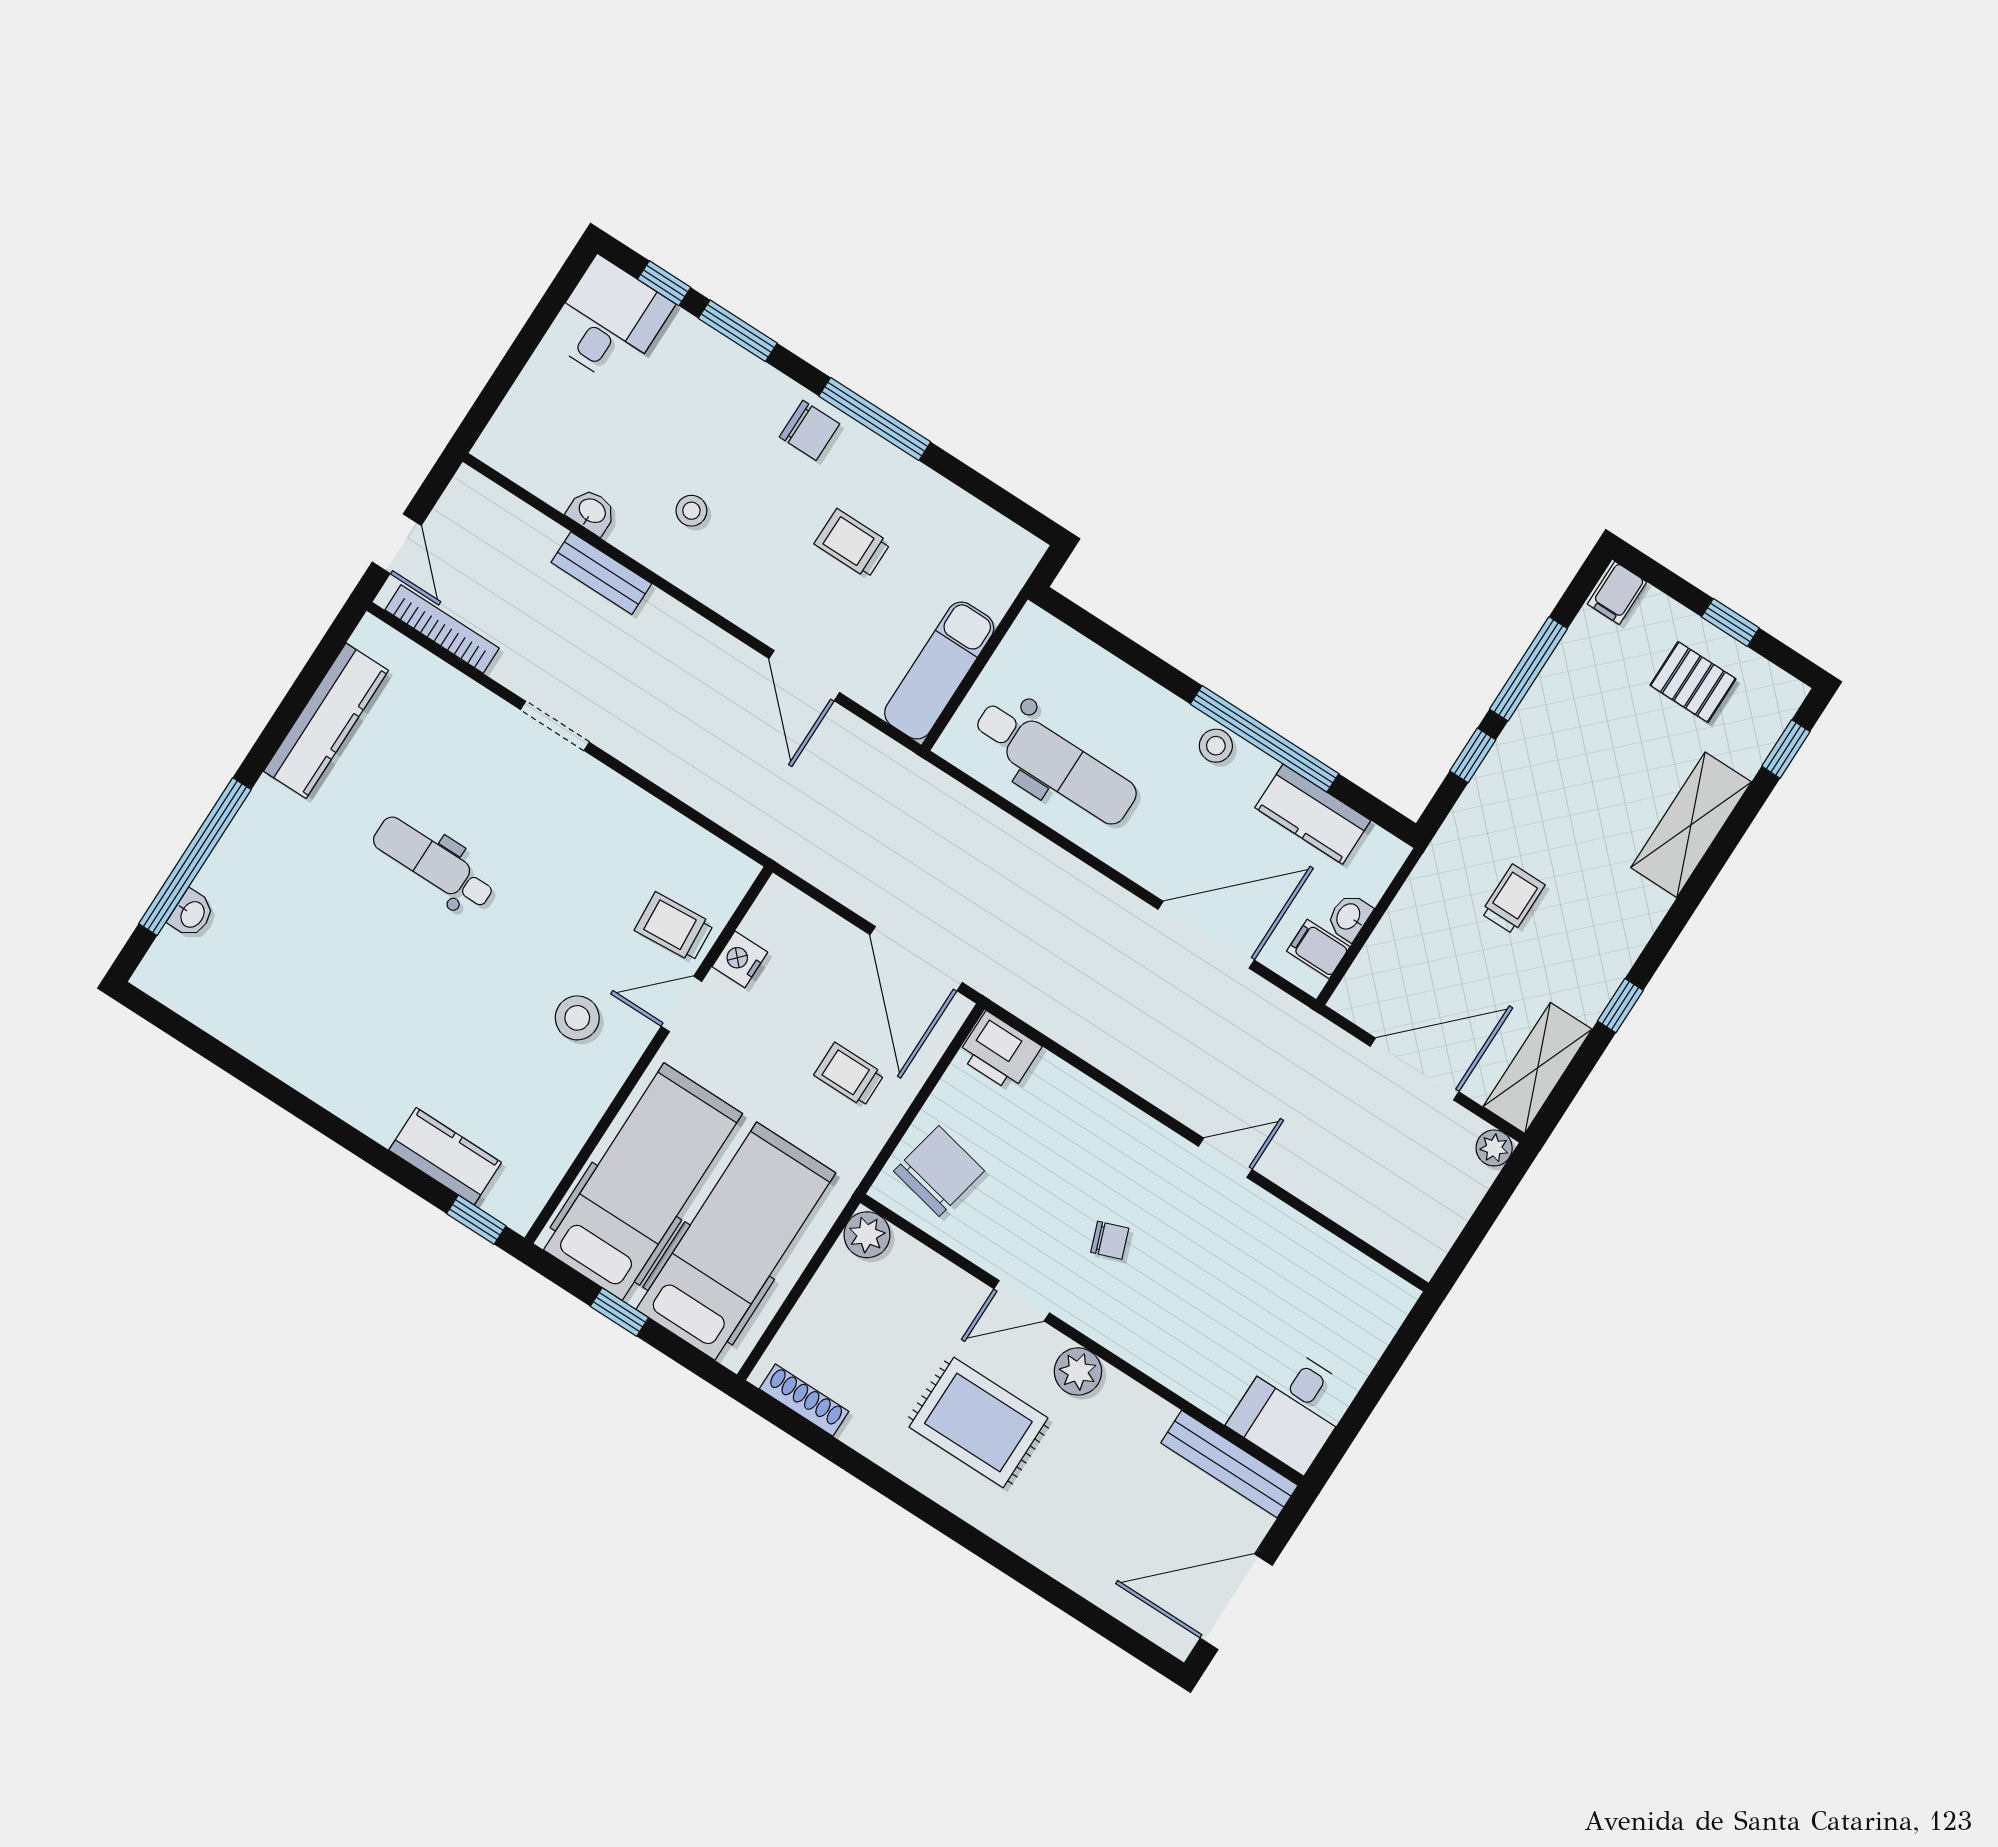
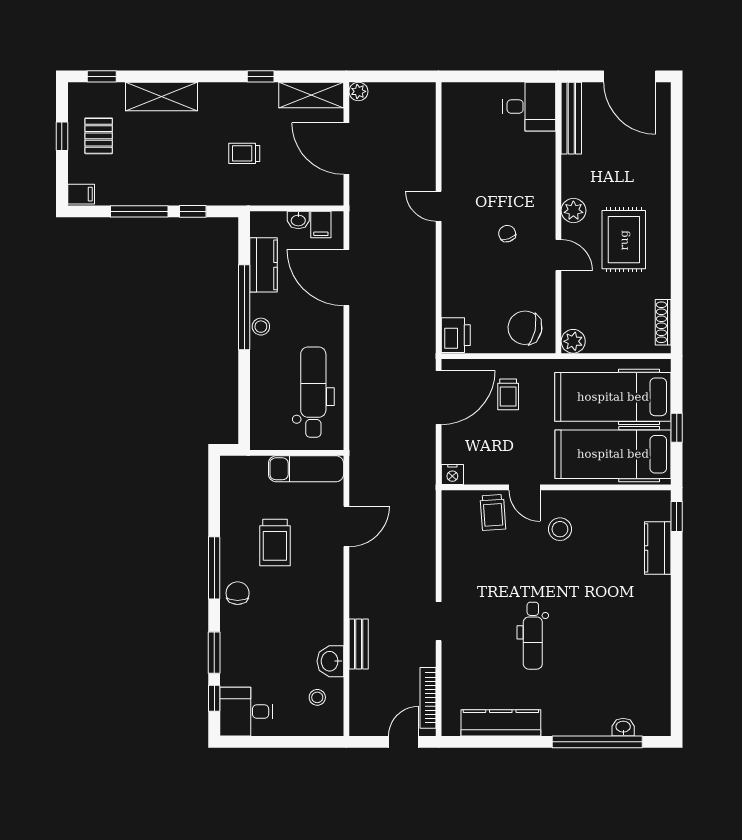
stool: (691, 511) -> (317, 697), moved
washbasin: (592, 512) -> (330, 661), width x1.38, depth x1.45
trolley: (852, 544) -> (275, 543), width x1.36, depth x1.39
nightstand: (740, 959) -> (452, 475), moved

